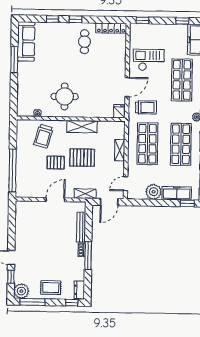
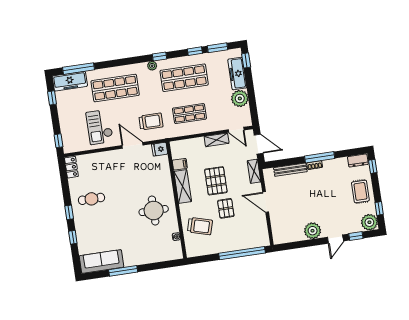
locker: (111, 28) -> (71, 167), width x0.66
trolley: (146, 107) -> (151, 121), turned 90
filing cabinet: (103, 127) -> (180, 164), added
shop shelf: (147, 144) -> (189, 114), width x0.70, depth x0.74
shelving: (120, 150) -> (217, 140), moved
plant: (22, 238) -> (313, 231), added
window: (32, 302) -> (379, 208), width x0.46

